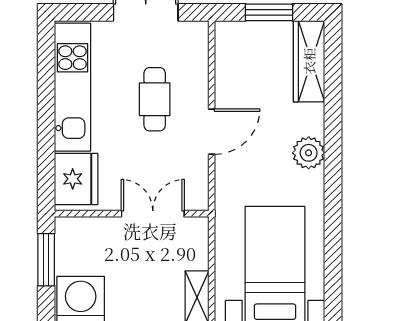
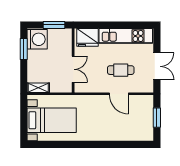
wardrobe: (309, 61) -> (137, 134), removed
door: (212, 132) -> (119, 94), moved
plant: (309, 153) -> (98, 134), removed

